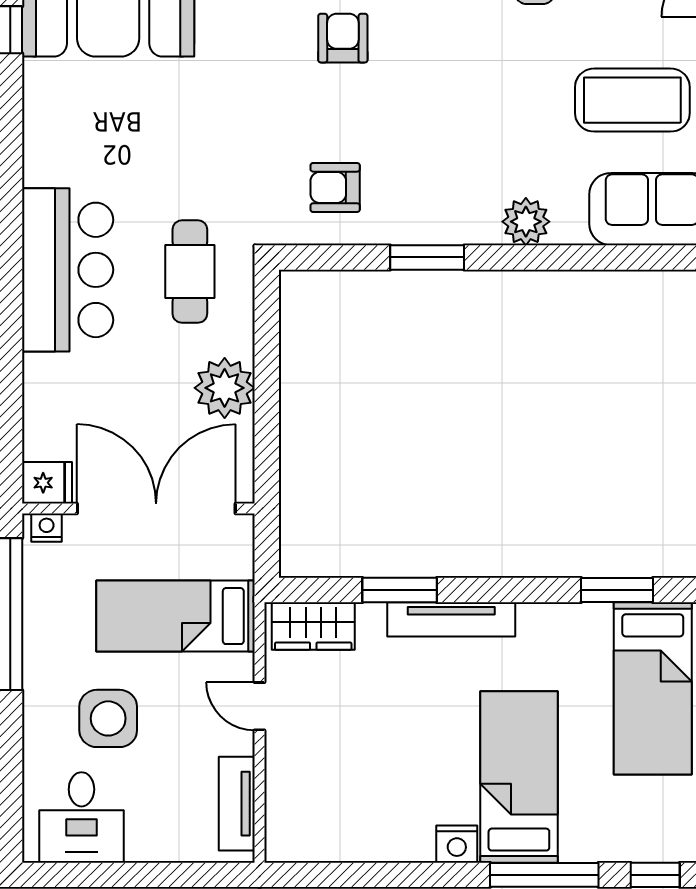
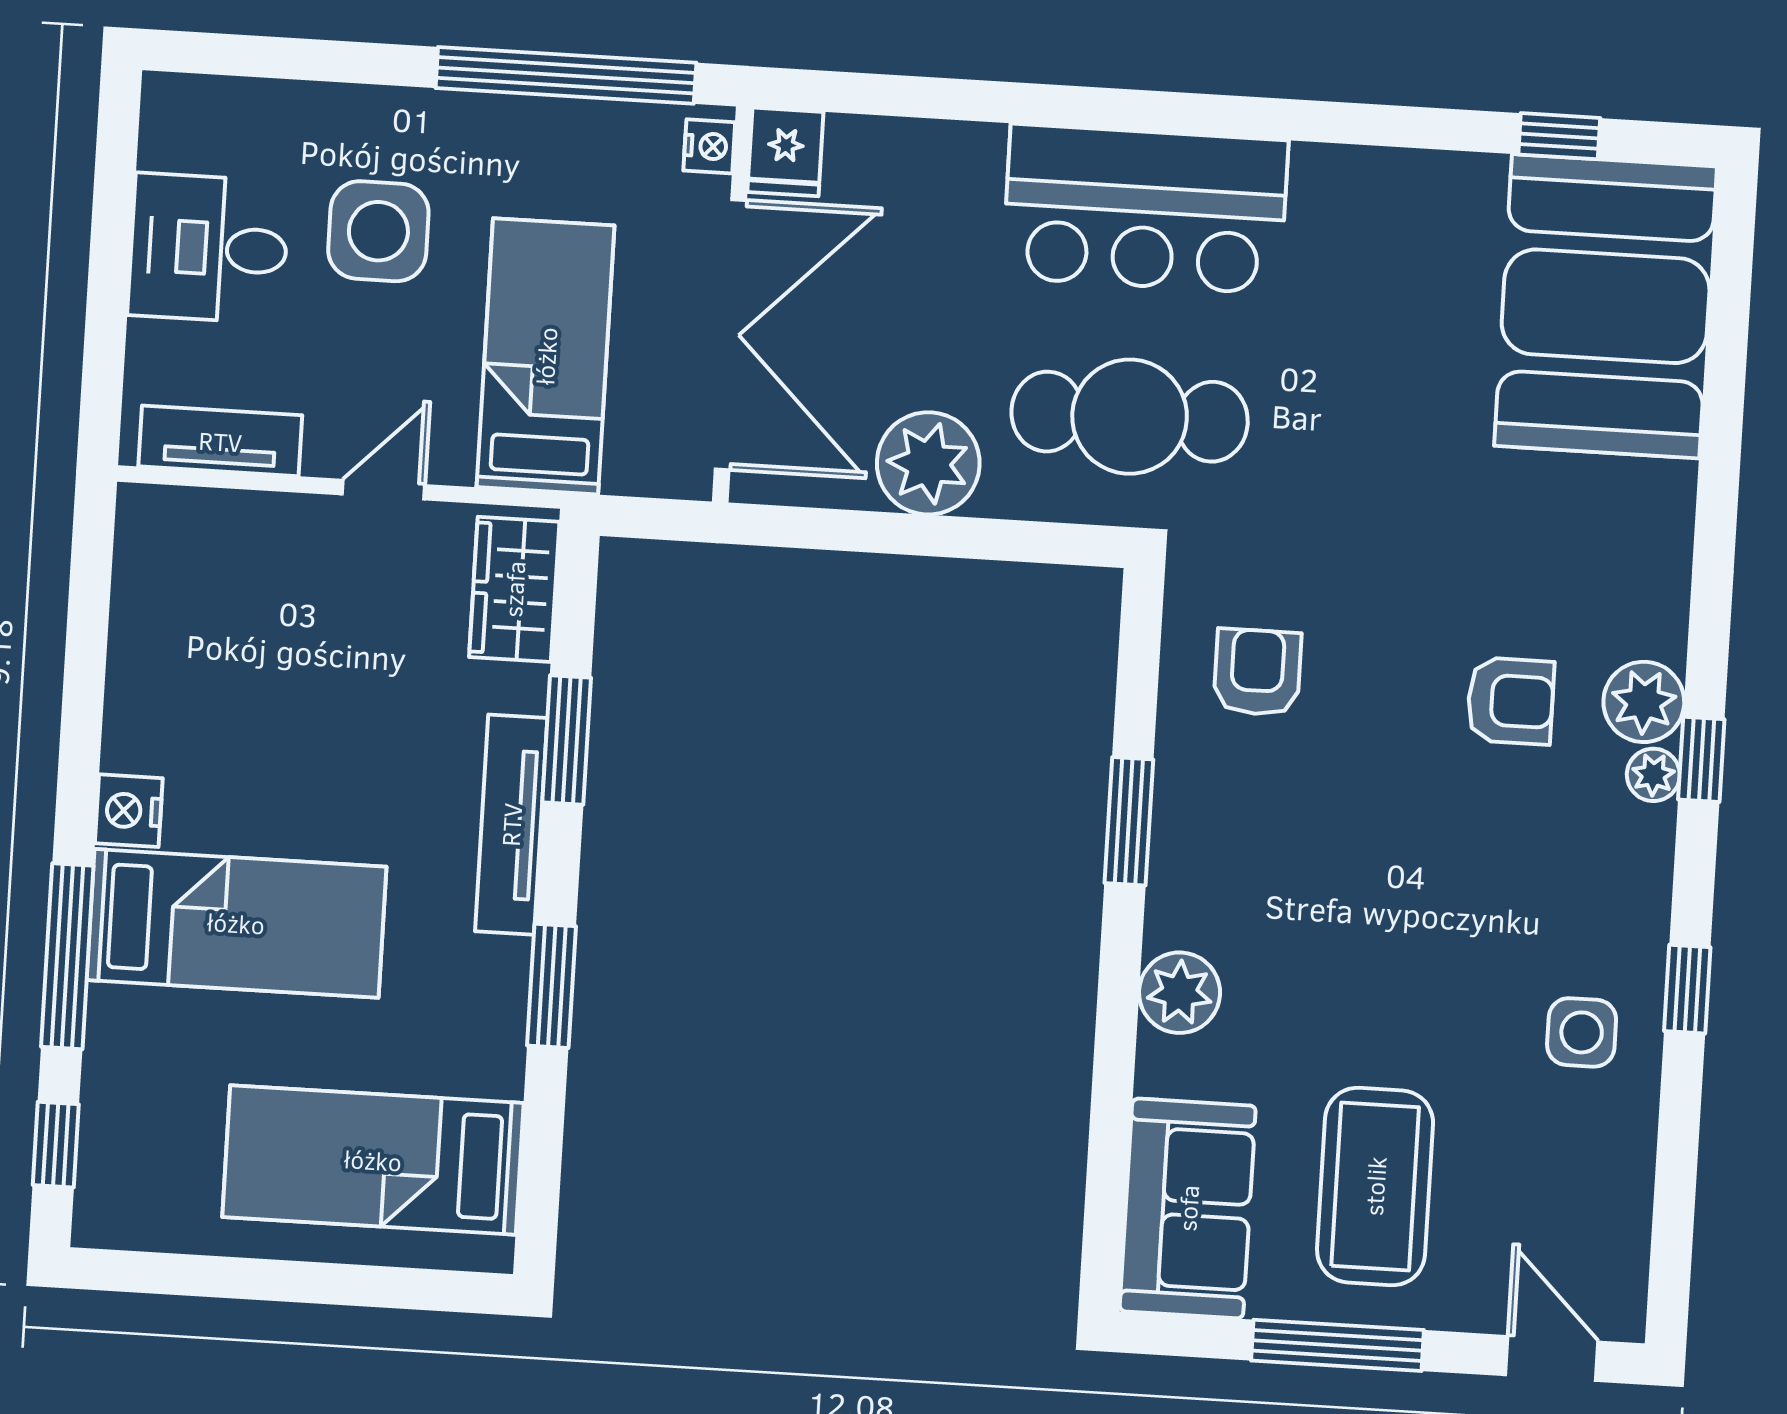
cafe table: (190, 272) -> (1130, 417), width x1.37, depth x1.35
window: (617, 590) -> (552, 986), moved
desk: (81, 817) -> (209, 248), moved

